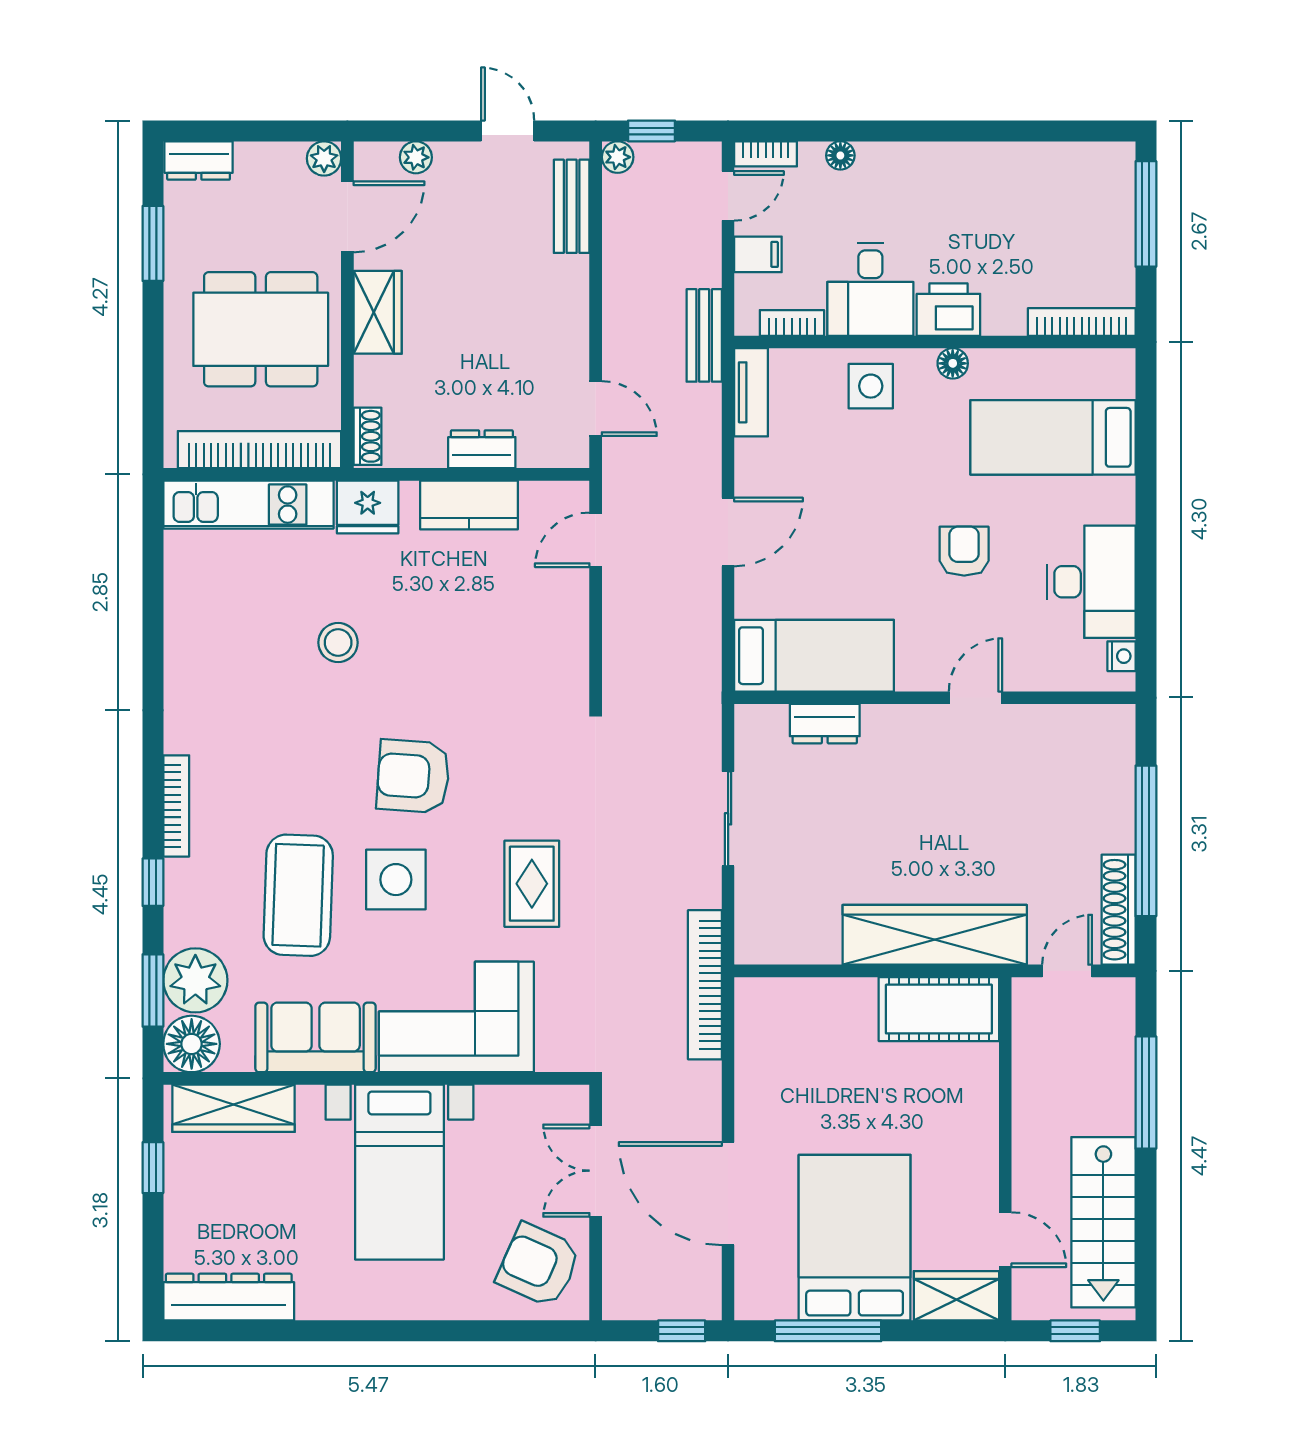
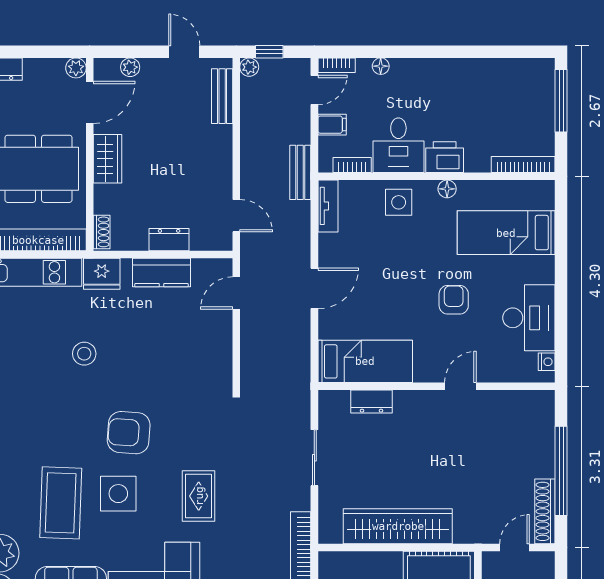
wardrobe: (935, 935) -> (398, 526), moved

